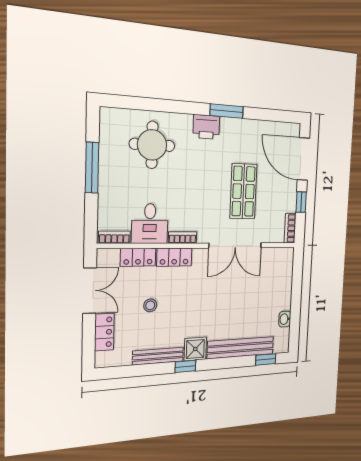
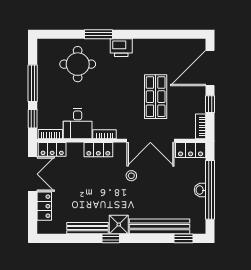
window: (227, 111) -> (98, 34), moved
door: (303, 159) -> (210, 68), hinge flipped
window: (91, 216) -> (33, 119), added
locker: (278, 256) -> (191, 150), added
locker: (138, 257) -> (52, 149), moved
window: (296, 302) -> (210, 190), added
stool: (150, 305) -> (131, 176), moved
washbasin: (285, 319) -> (200, 190), moved

